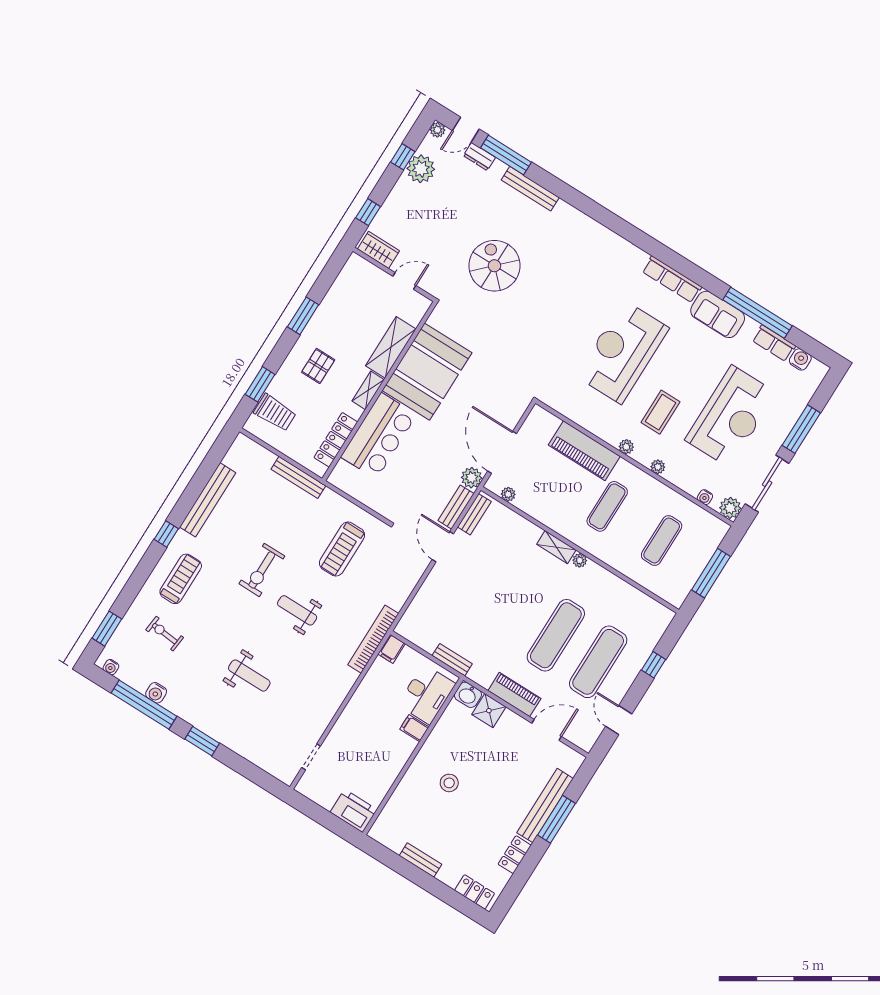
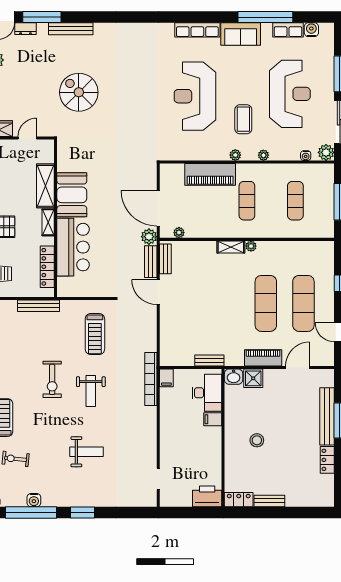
booth: (427, 372) -> (72, 195), width x0.73, depth x0.70
weight bench: (297, 610) -> (91, 391), turned -90
locker: (475, 892) -> (239, 500), moved

